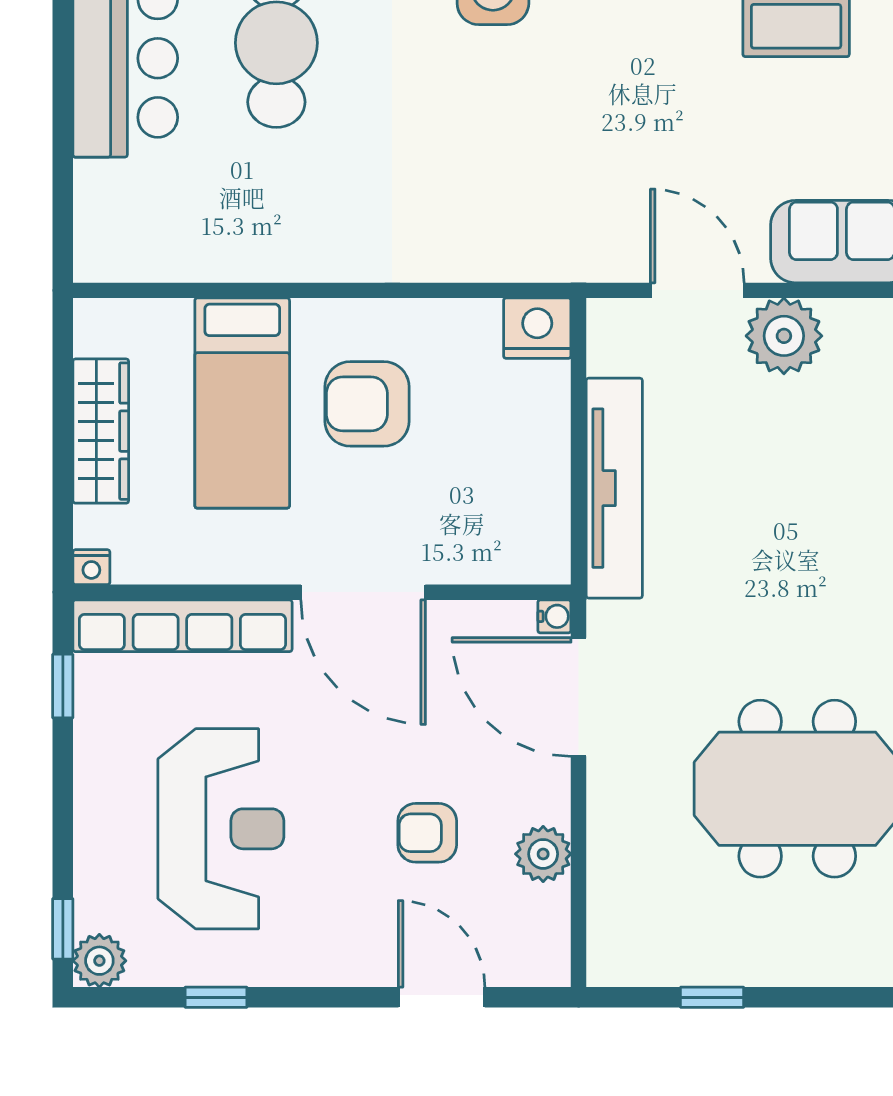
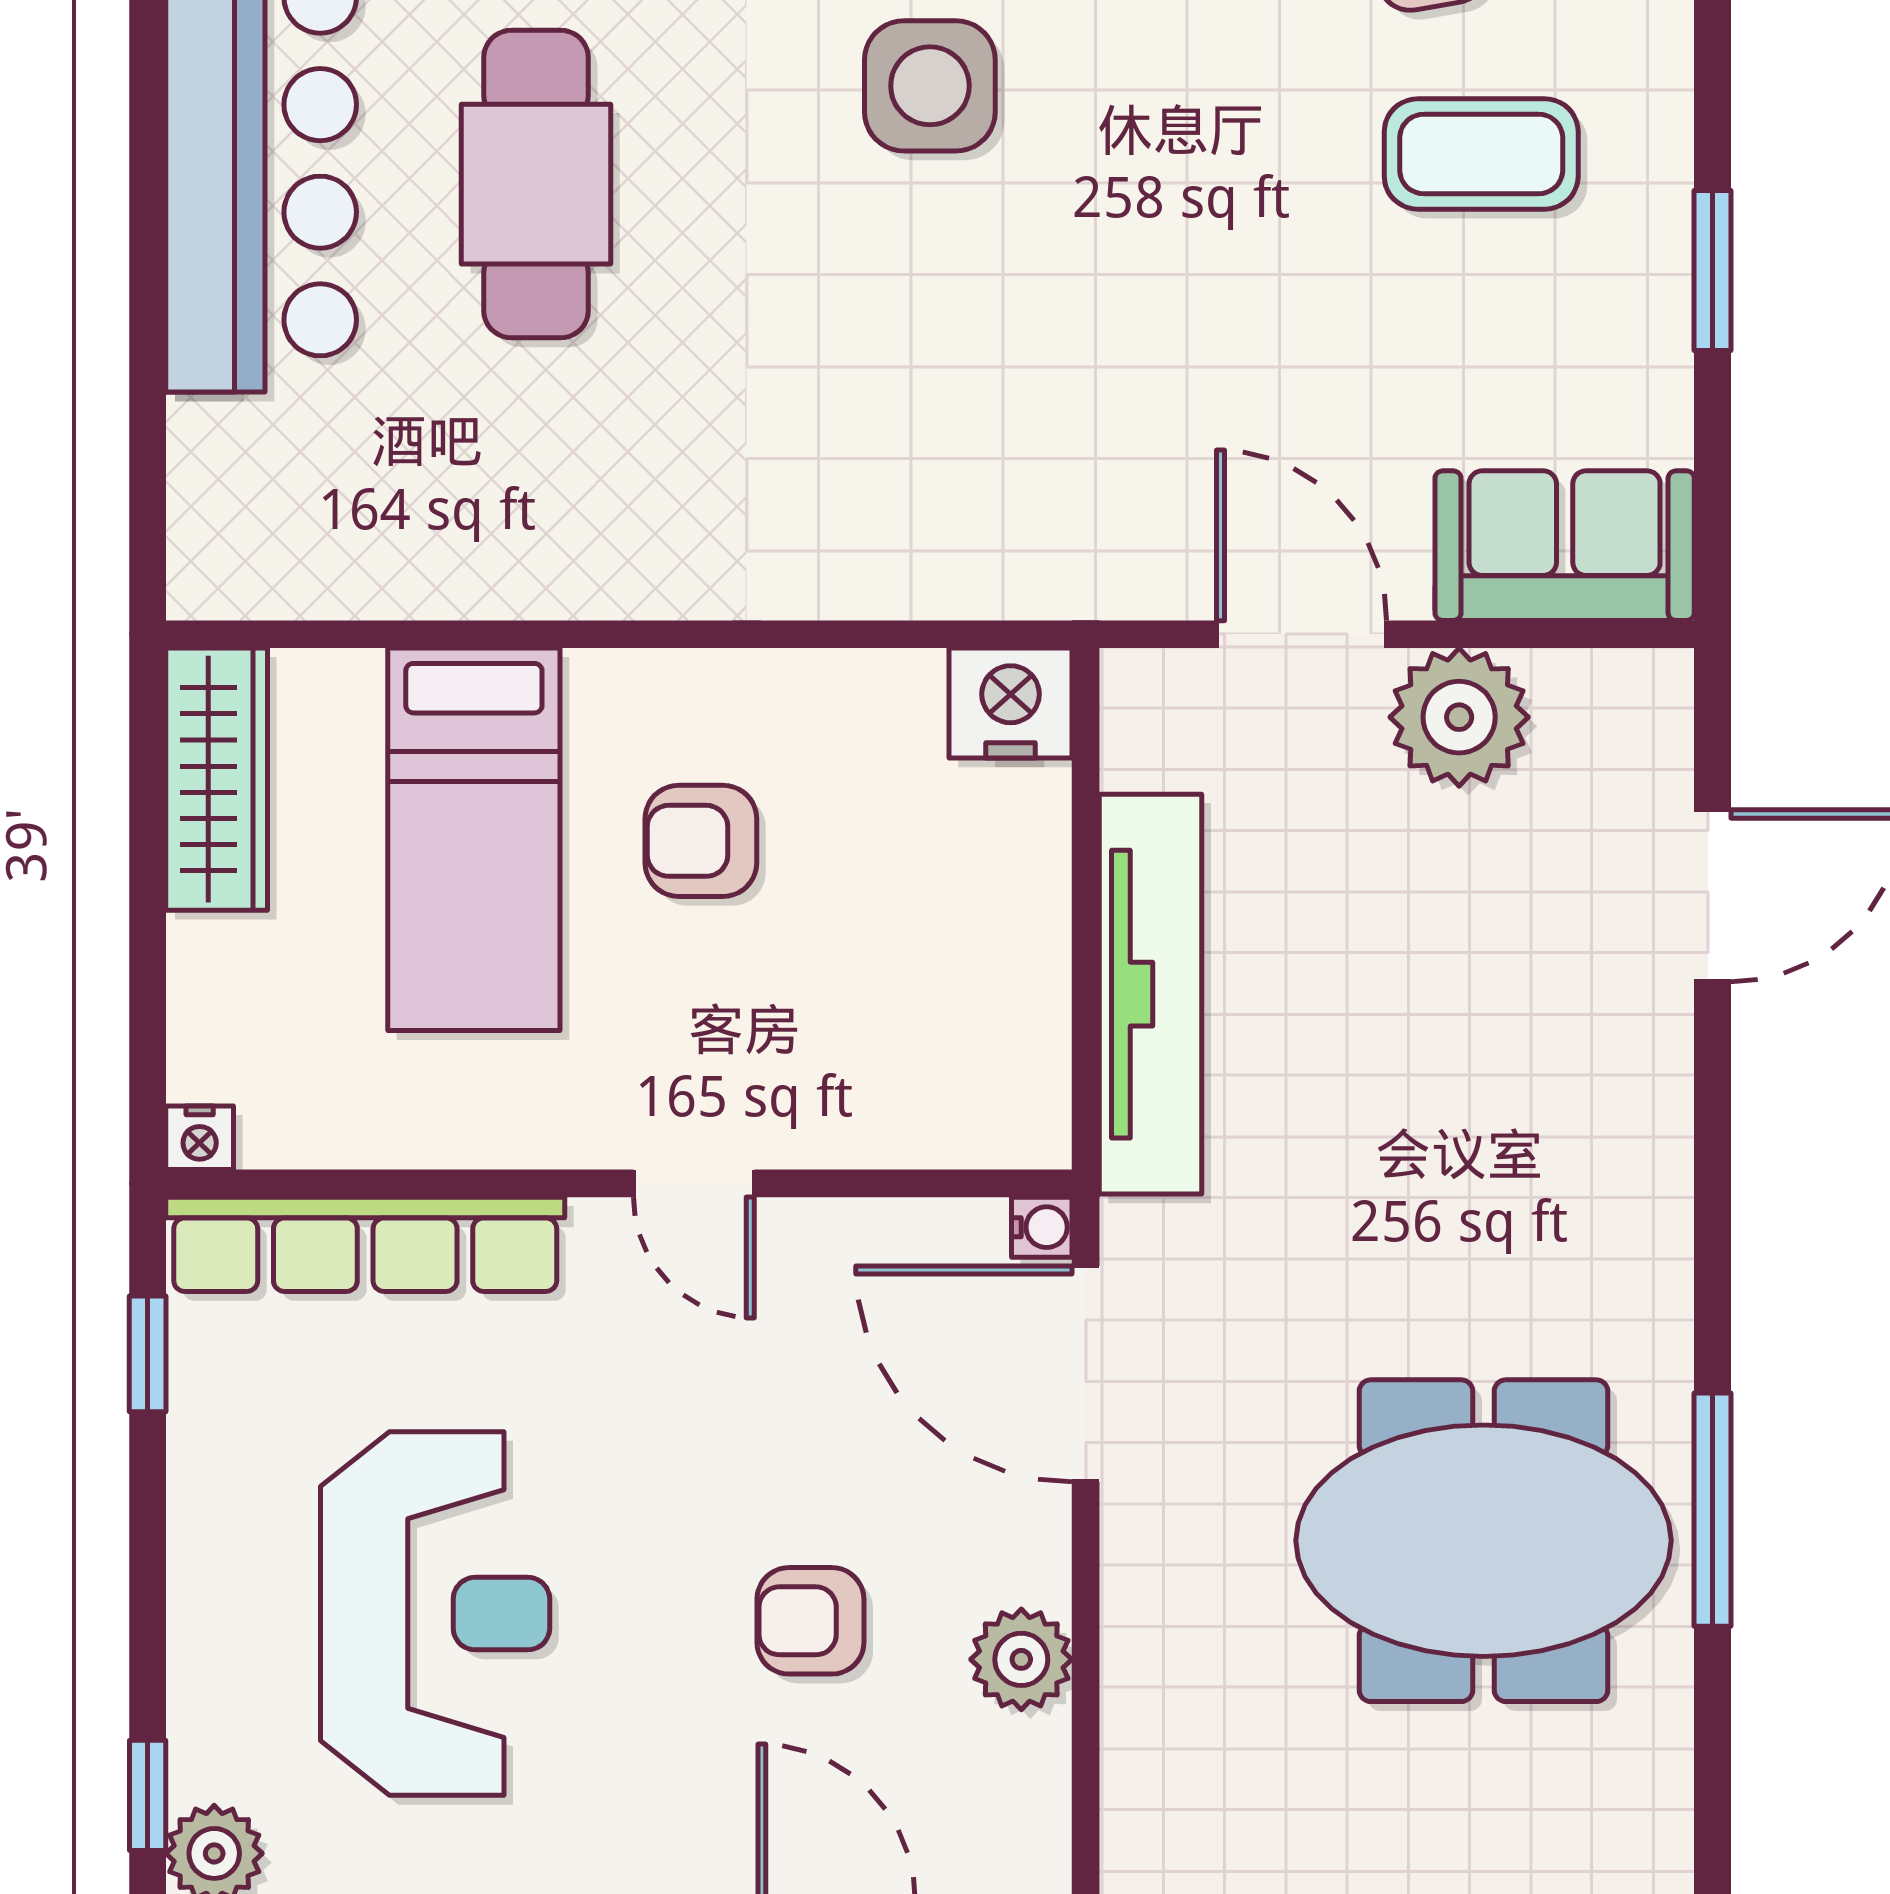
armchair: (367, 404) -> (701, 841), width x0.72, depth x0.72
wardrobe: (101, 431) -> (217, 779), moved
door: (363, 592) -> (694, 1183), width x0.53

